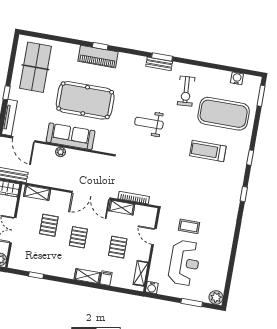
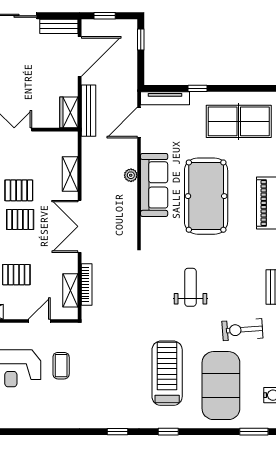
treadmill: (208, 151) -> (167, 373), width x1.37, depth x1.38
shelving: (37, 193) -> (70, 174), moved
shelving: (122, 208) -> (70, 290), moved
pallet: (49, 225) -> (19, 190), moved

